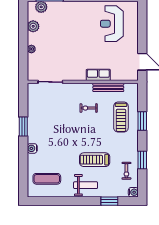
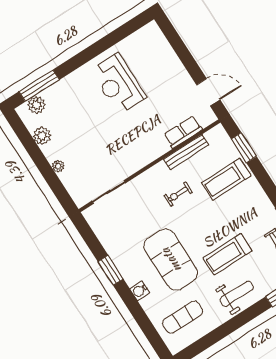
reception desk: (112, 24) -> (118, 84), moved
row of seats: (98, 75) -> (183, 132), moved
treadmill: (121, 117) -> (226, 179), turned 90
window: (142, 121) -> (244, 148), moved
exercise mat: (61, 142) -> (171, 260), added

